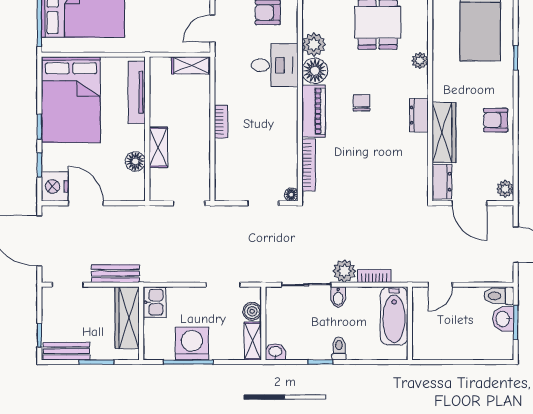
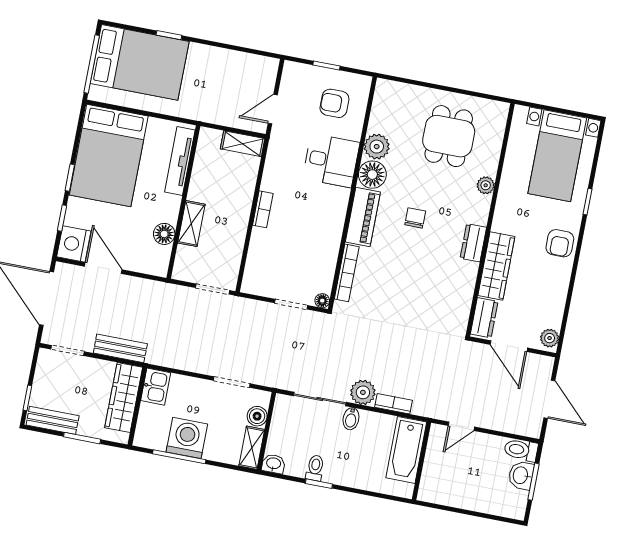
armchair: (496, 120) -> (560, 243), moved, turned -90
toilet: (339, 348) -> (315, 468), moved

